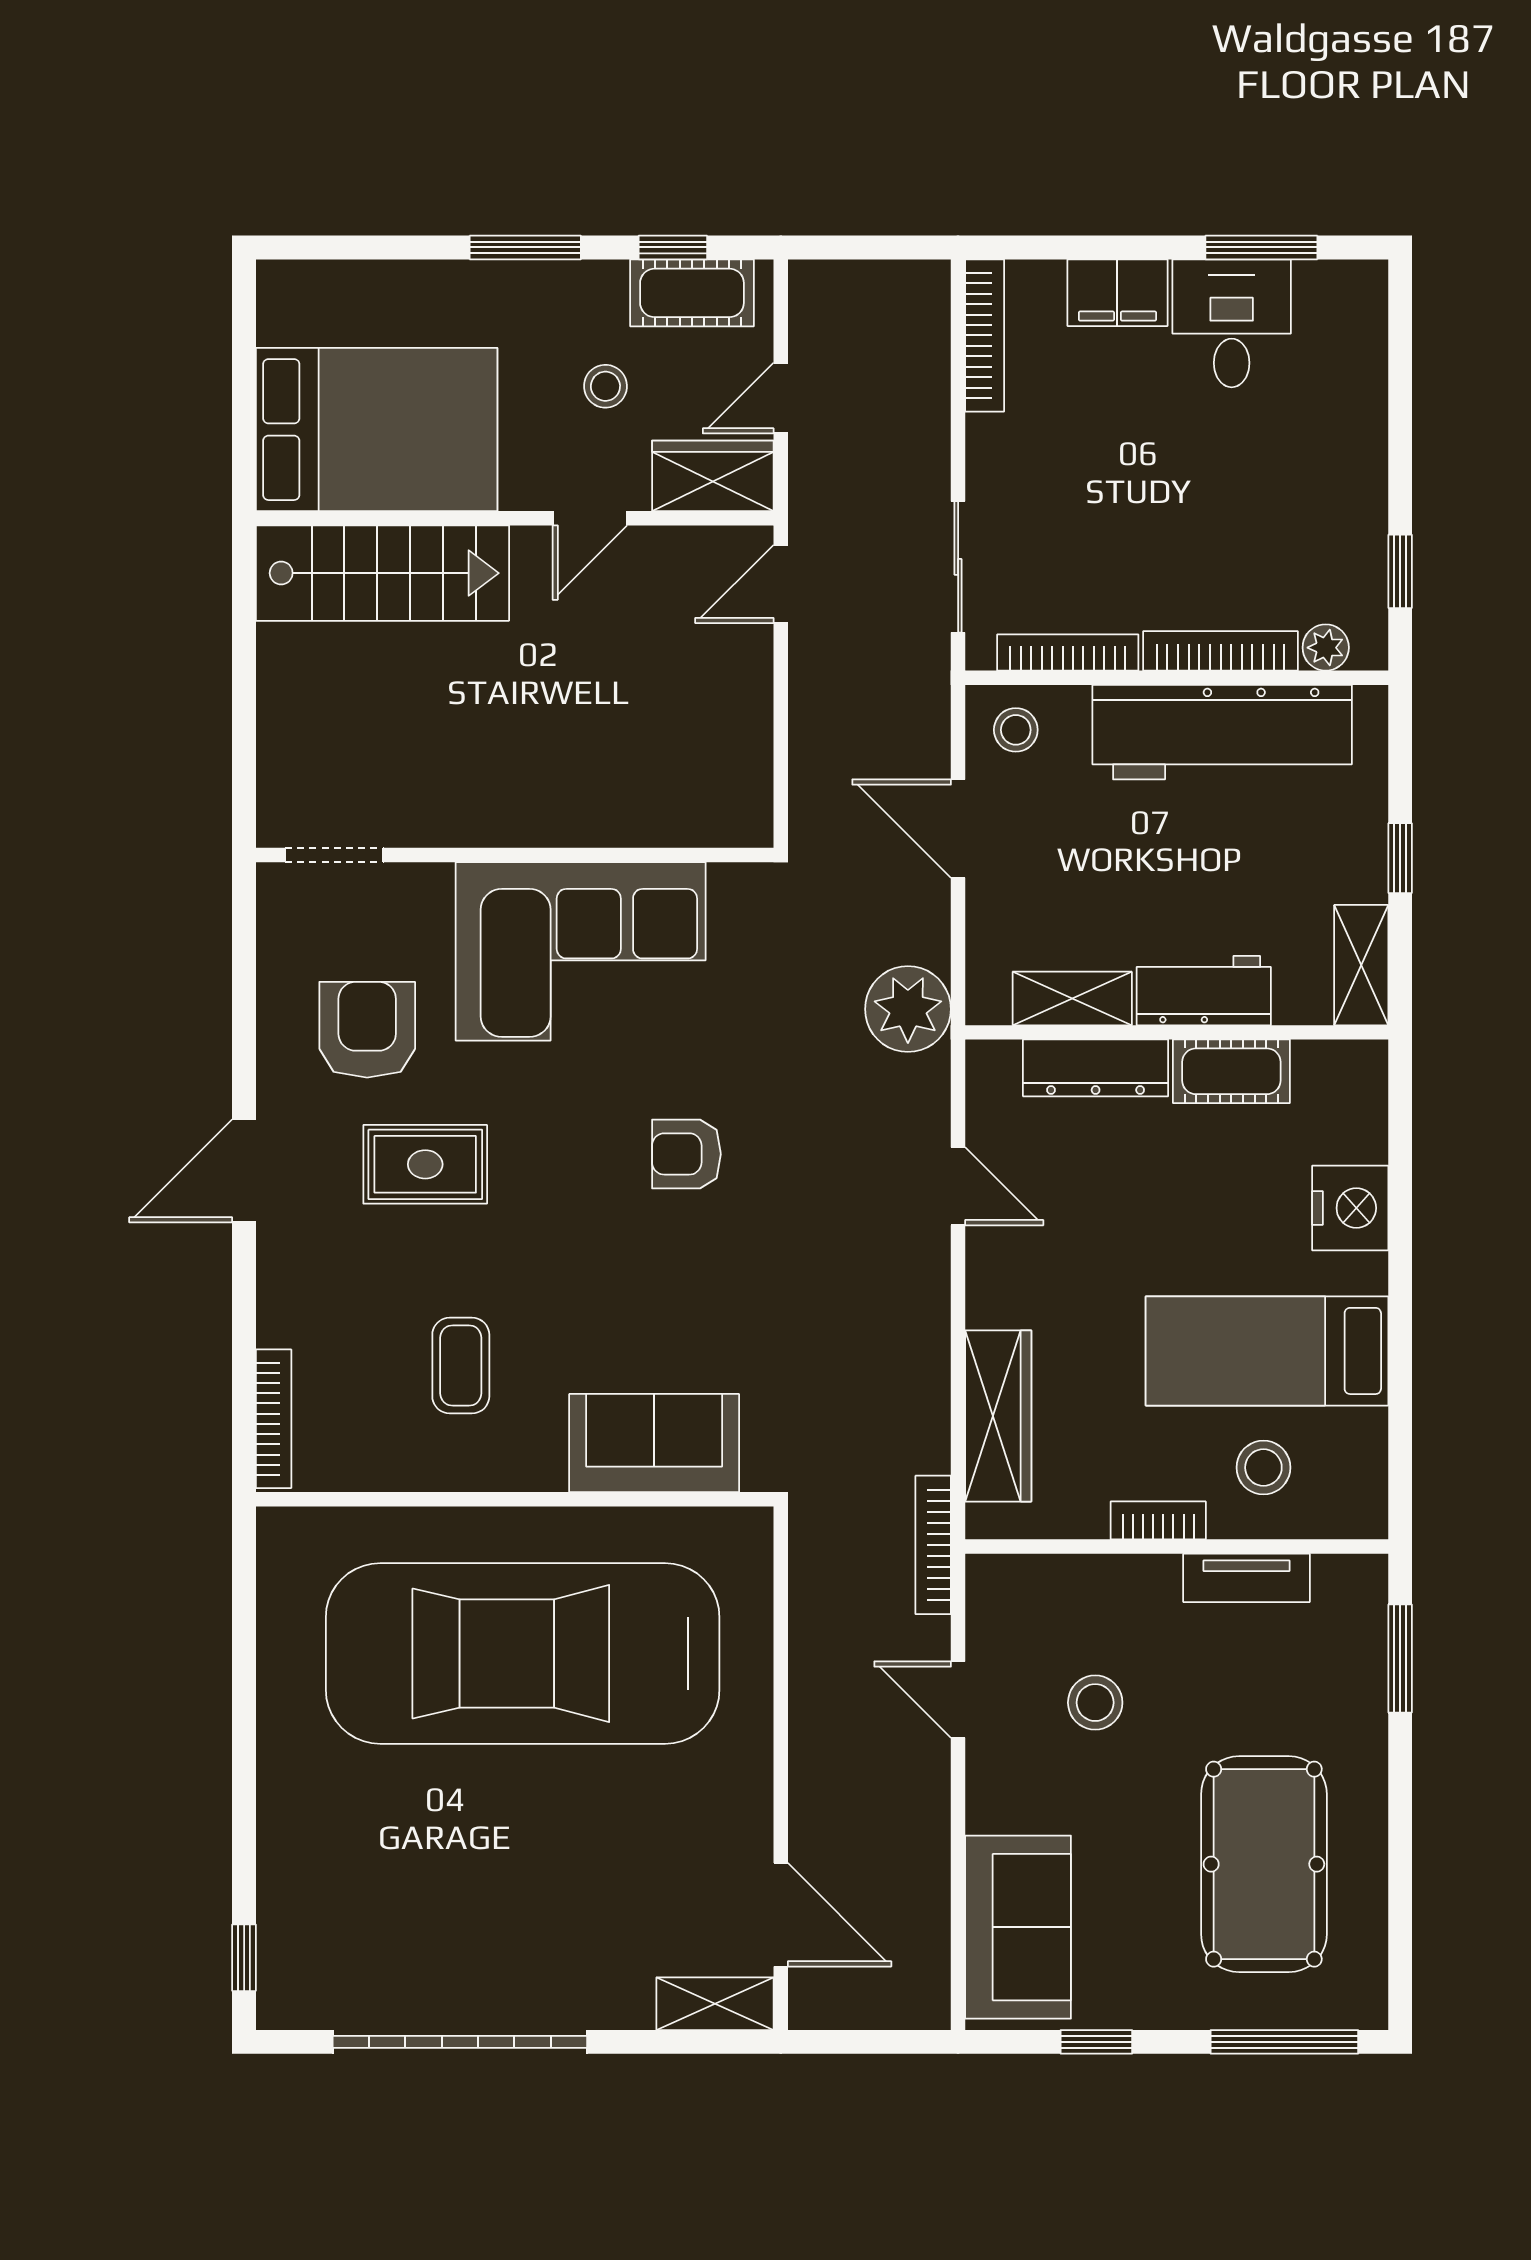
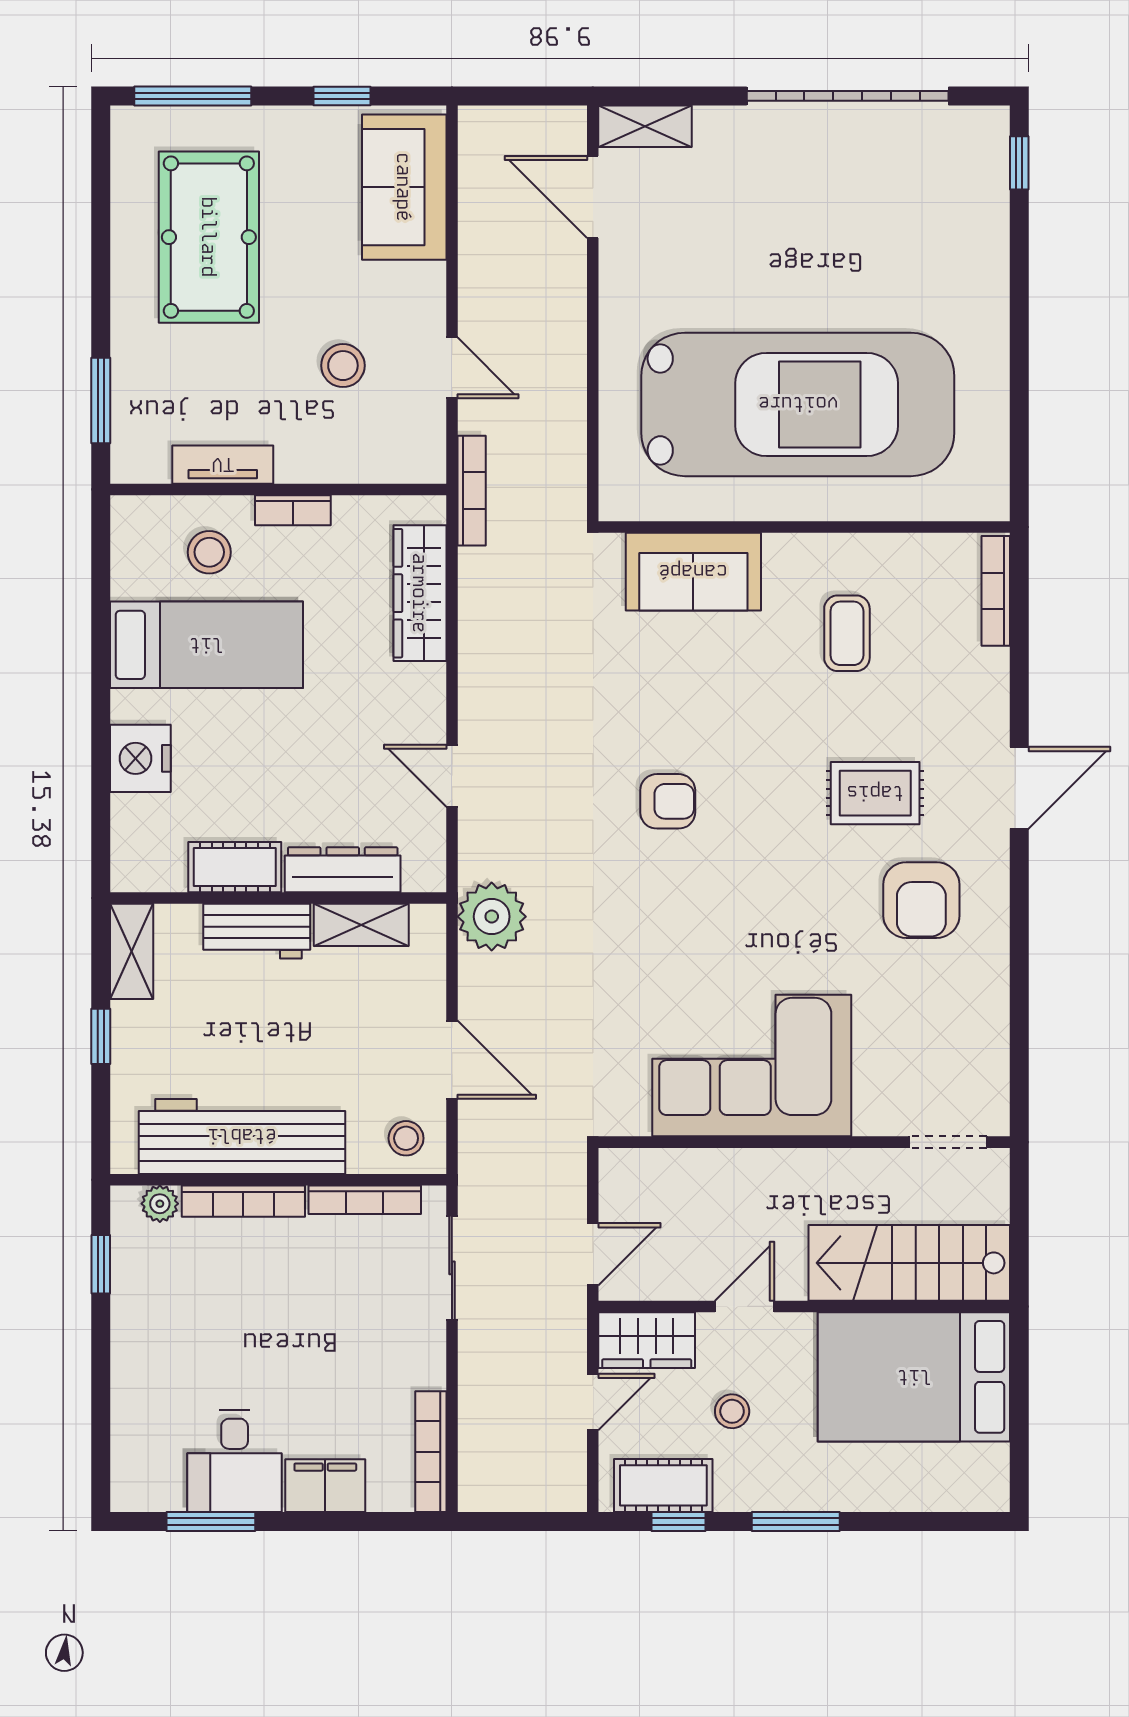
doorway: (334, 855) -> (948, 1142), moved
wall: (515, 855) -> (804, 1142), moved
corner sofa: (581, 951) -> (752, 1066), moved

